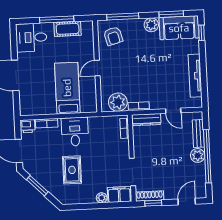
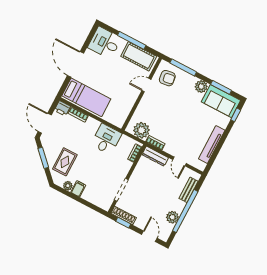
cot: (68, 29) -> (139, 56), width x1.37, depth x1.34
armchair: (113, 36) -> (167, 78), turned -83
door: (97, 68) -> (146, 85), moved
bed: (67, 88) -> (86, 97), moved, turned 90
desk: (75, 132) -> (106, 139), moved
plant: (198, 155) -> (172, 217), moved
rug: (72, 170) -> (65, 162), moved
filing cabinet: (119, 195) -> (78, 189), moved, width x0.50
plant: (102, 198) -> (68, 186), moved
door: (187, 202) -> (149, 236), hinge flipped

